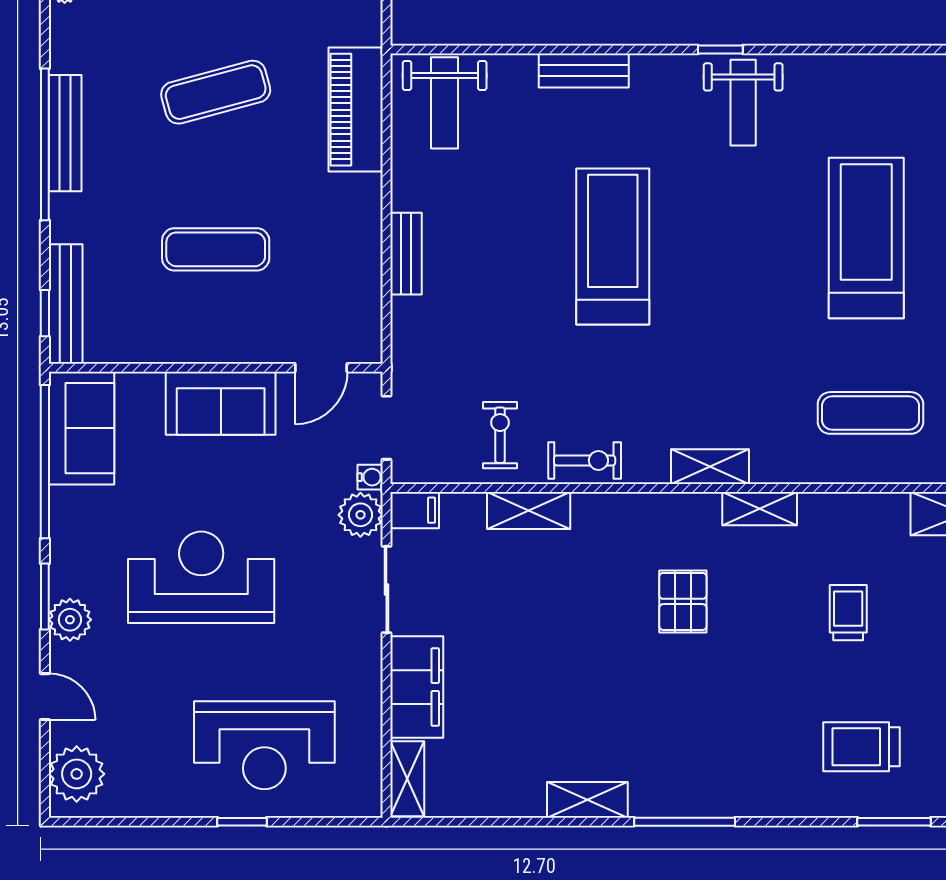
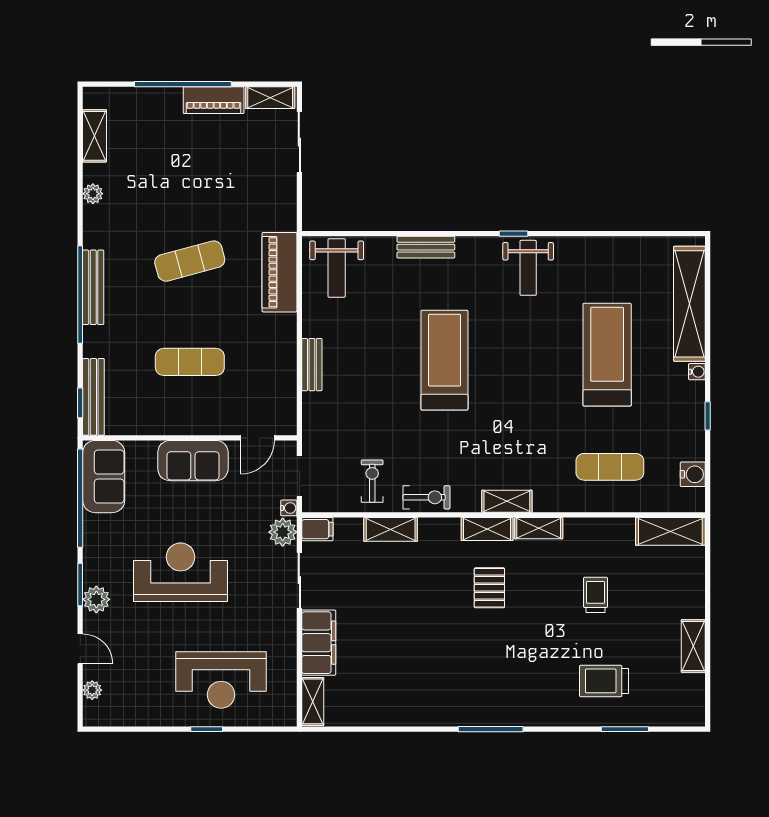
plant: (77, 774) -> (92, 690), width x0.53, depth x0.53
shelving: (587, 800) -> (487, 529), moved

